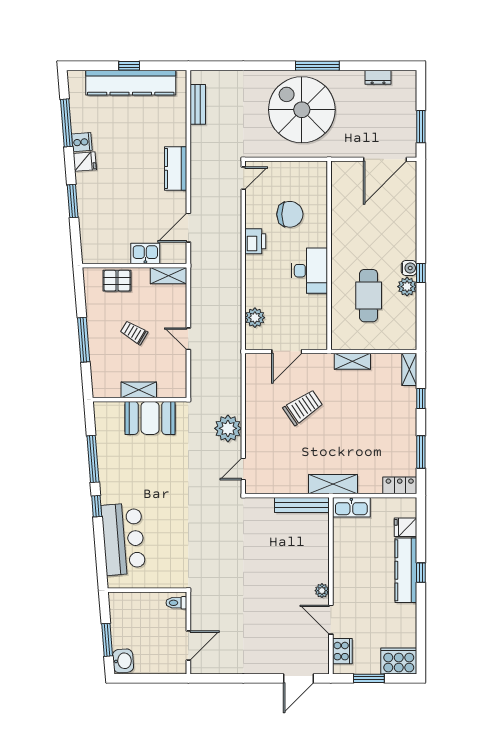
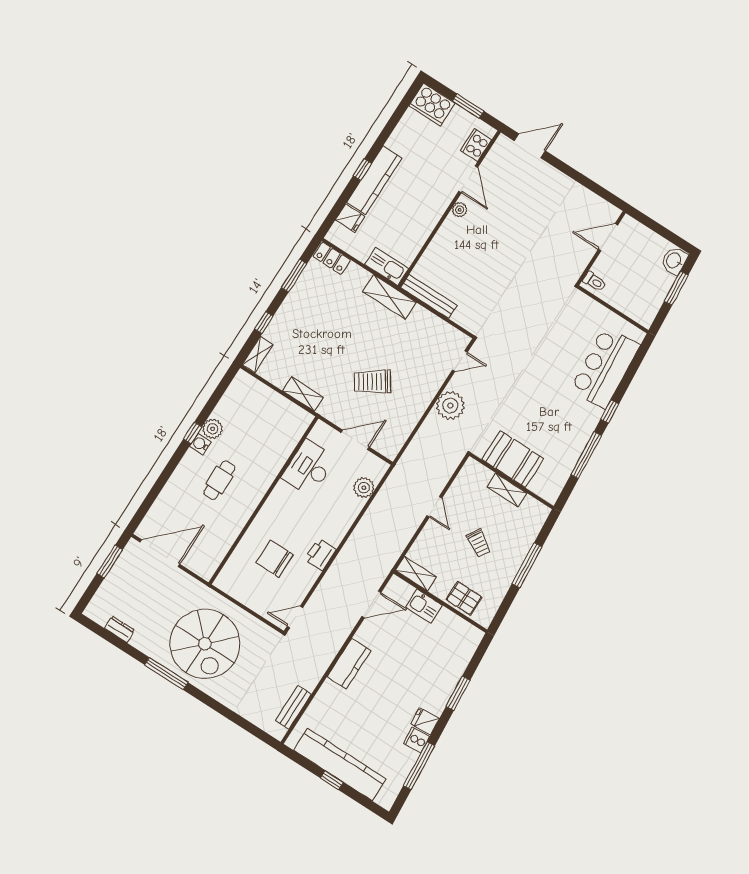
desk: (309, 271) -> (309, 468), moved
cafe table: (369, 296) -> (219, 480), moved, width x0.73, depth x0.74

